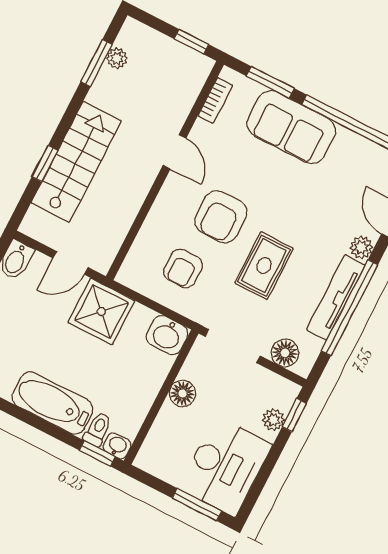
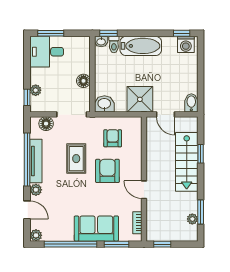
door: (71, 263) -> (165, 114), swing flipped
desk: (225, 466) -> (47, 52), width x0.73

